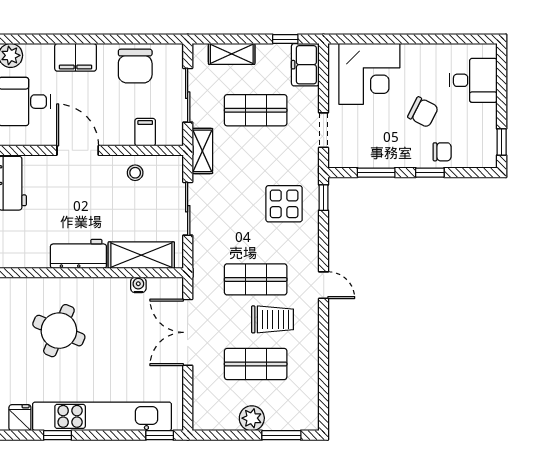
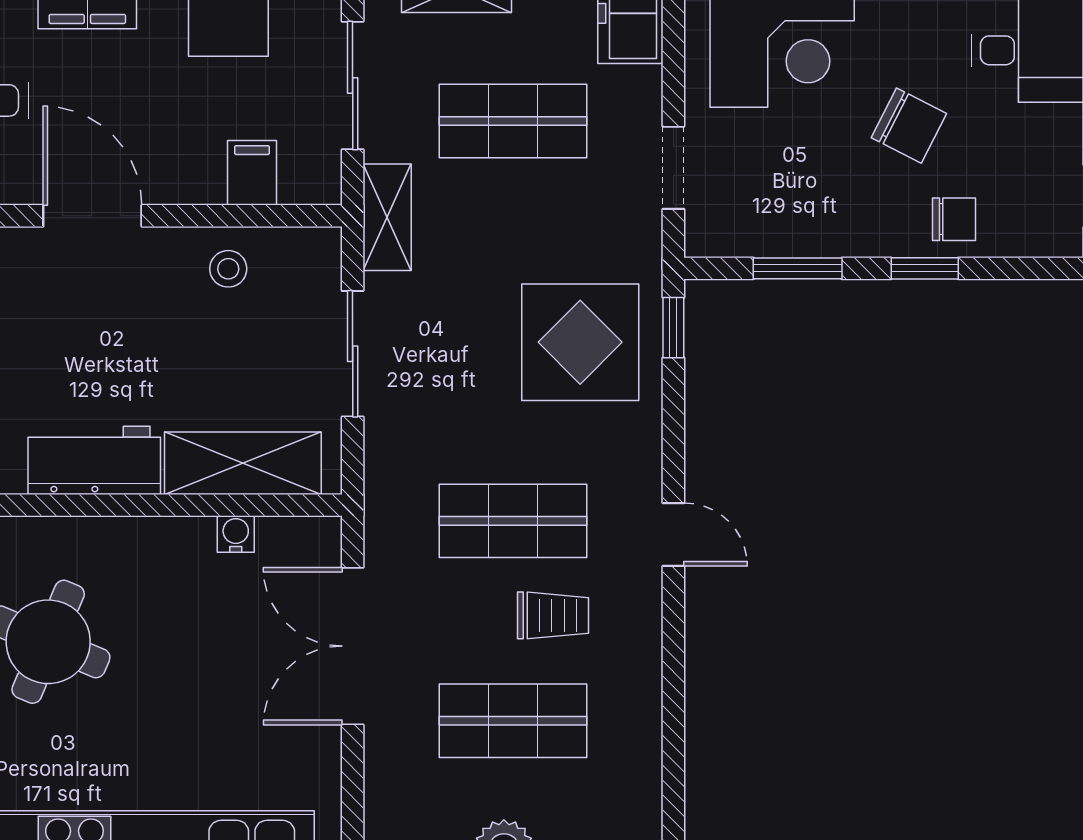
display table: (284, 204) -> (580, 342), width x1.36, depth x1.36
trolley: (273, 319) -> (553, 615), width x0.73, depth x0.72

